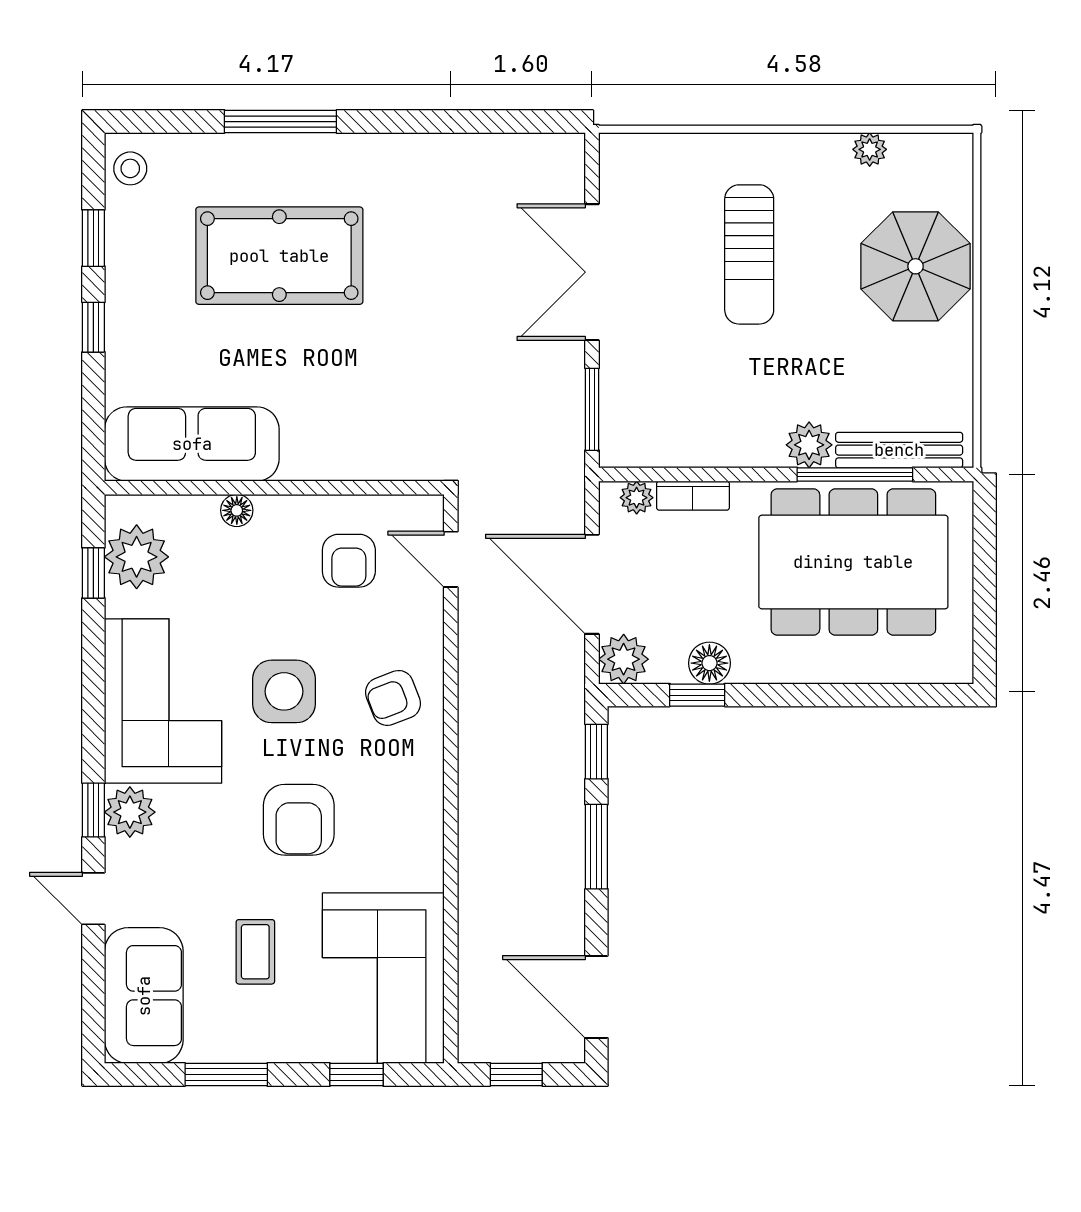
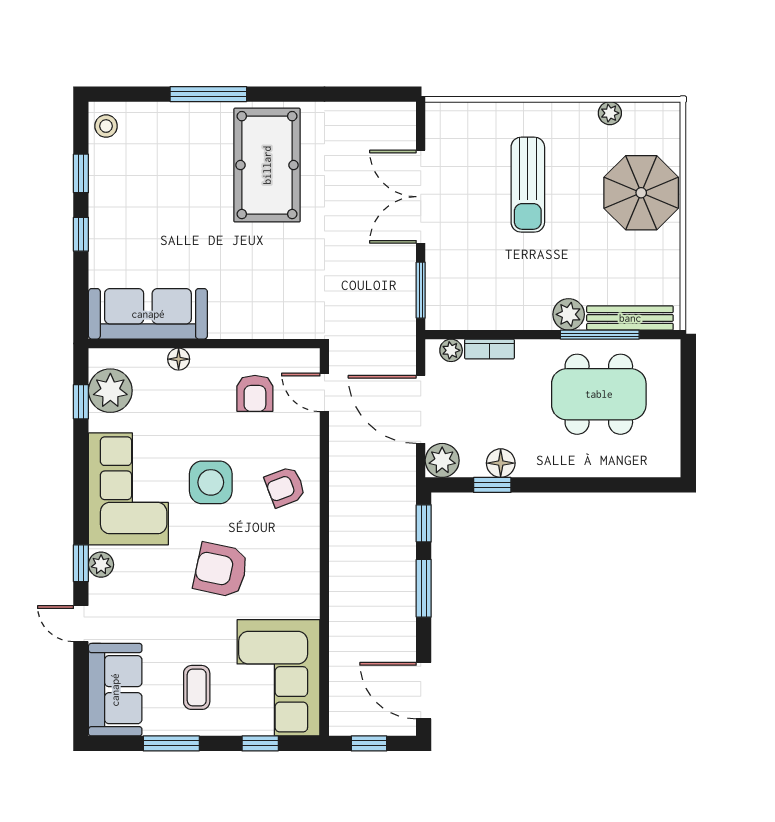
pool table: (279, 256) -> (267, 165), moved, turned 90
dining table: (853, 562) -> (599, 394), width x0.73, depth x0.80
plant: (130, 812) -> (101, 565), width x0.73, depth x0.73
armchair: (299, 820) -> (221, 570), turned 102
coffee table: (255, 952) -> (197, 687), moved

